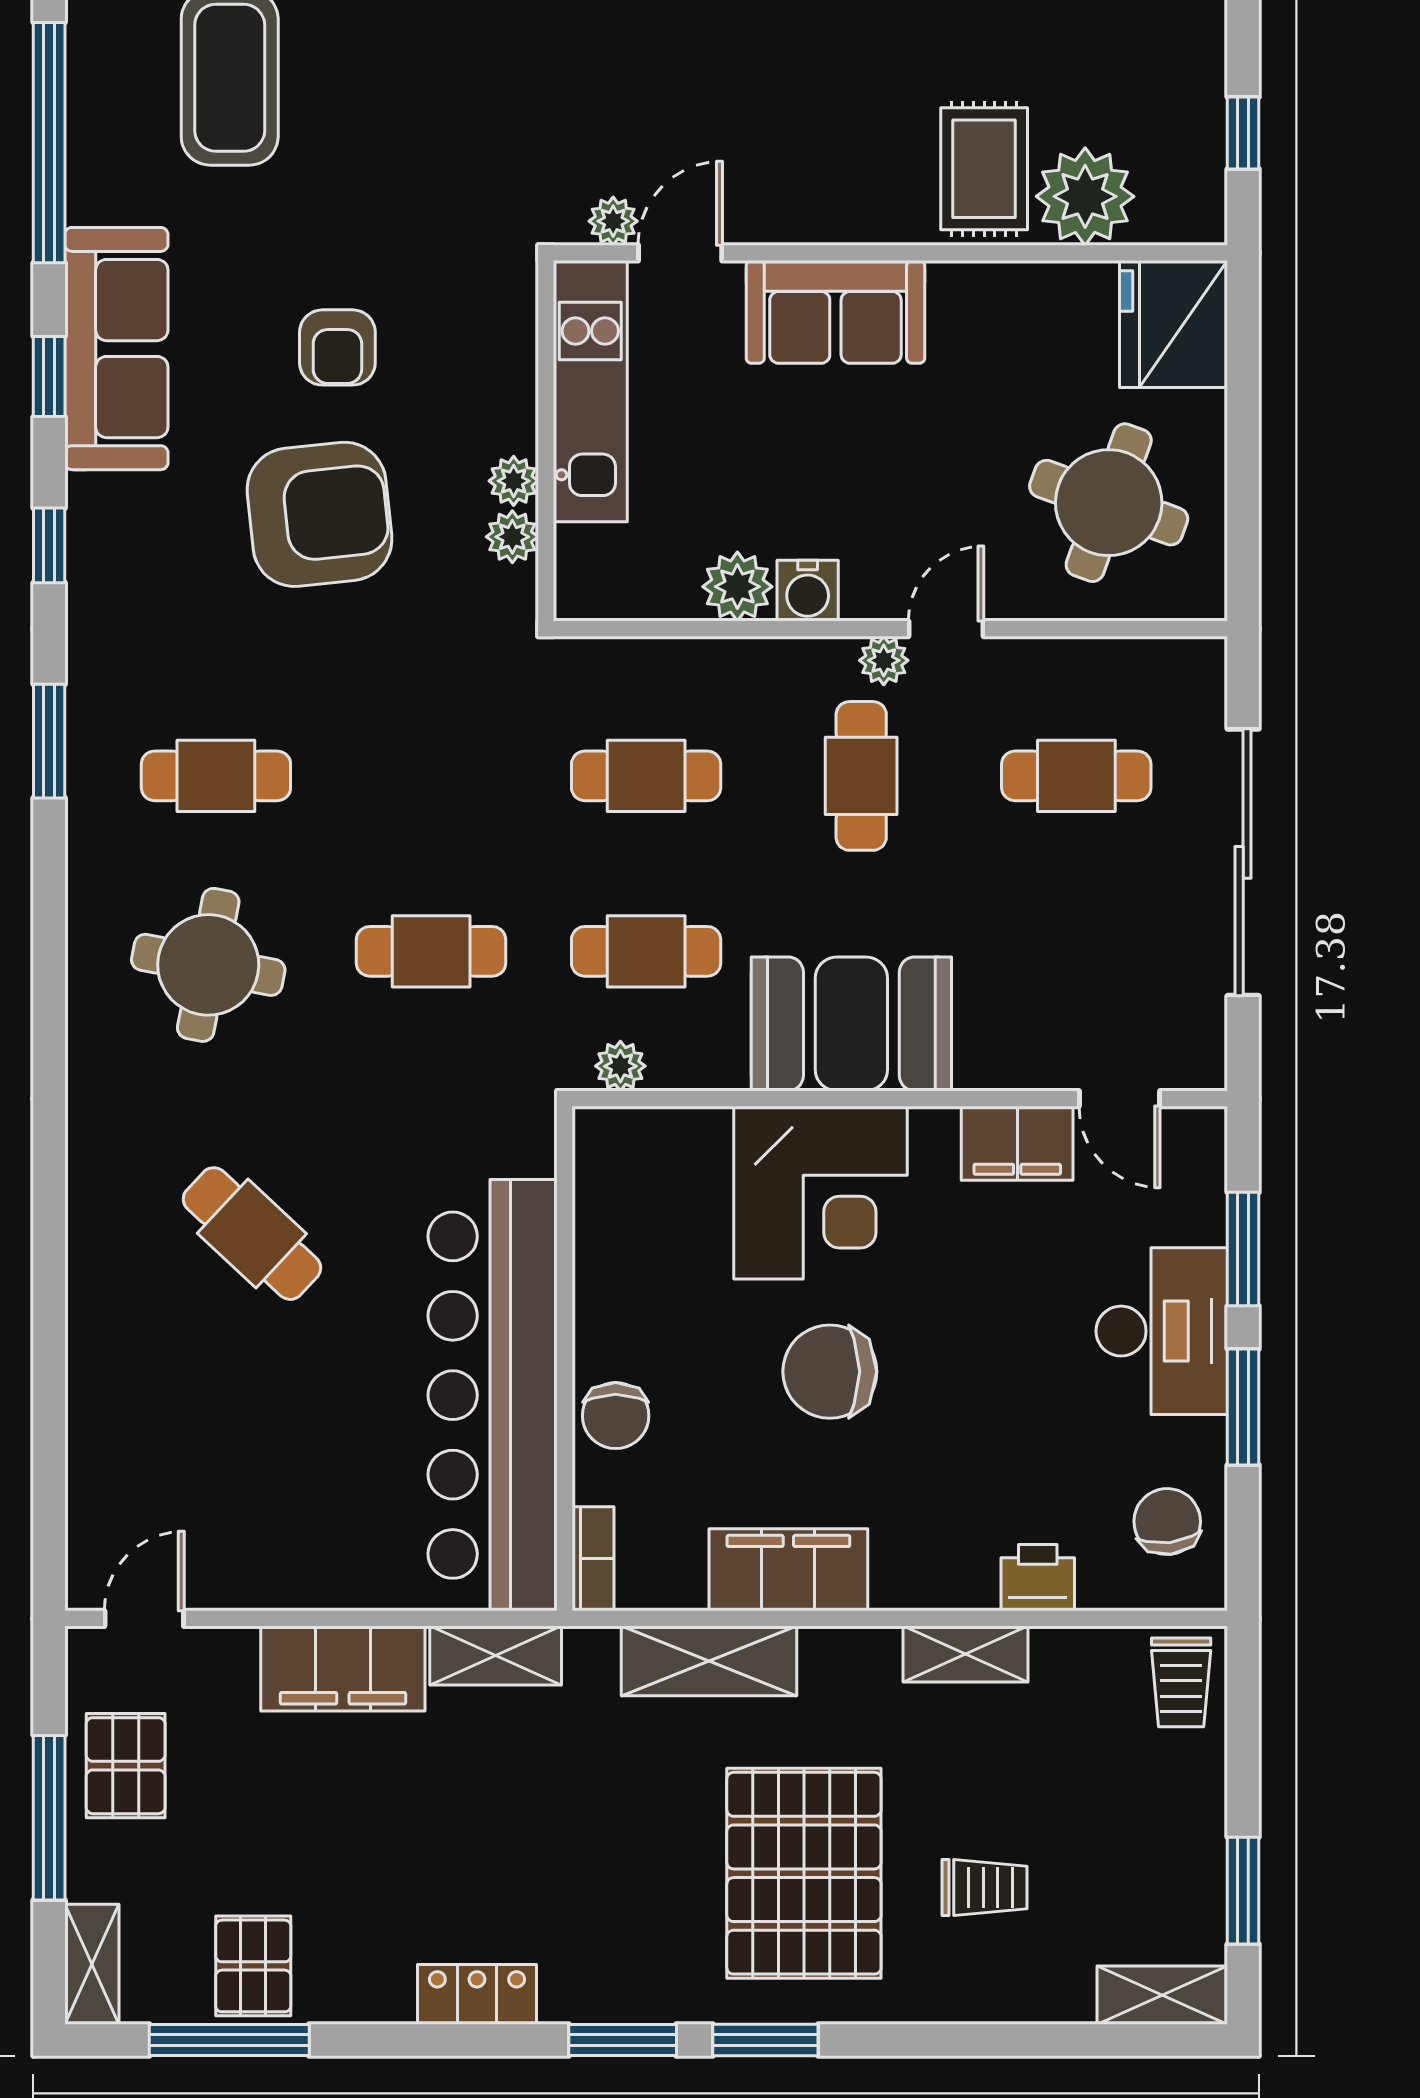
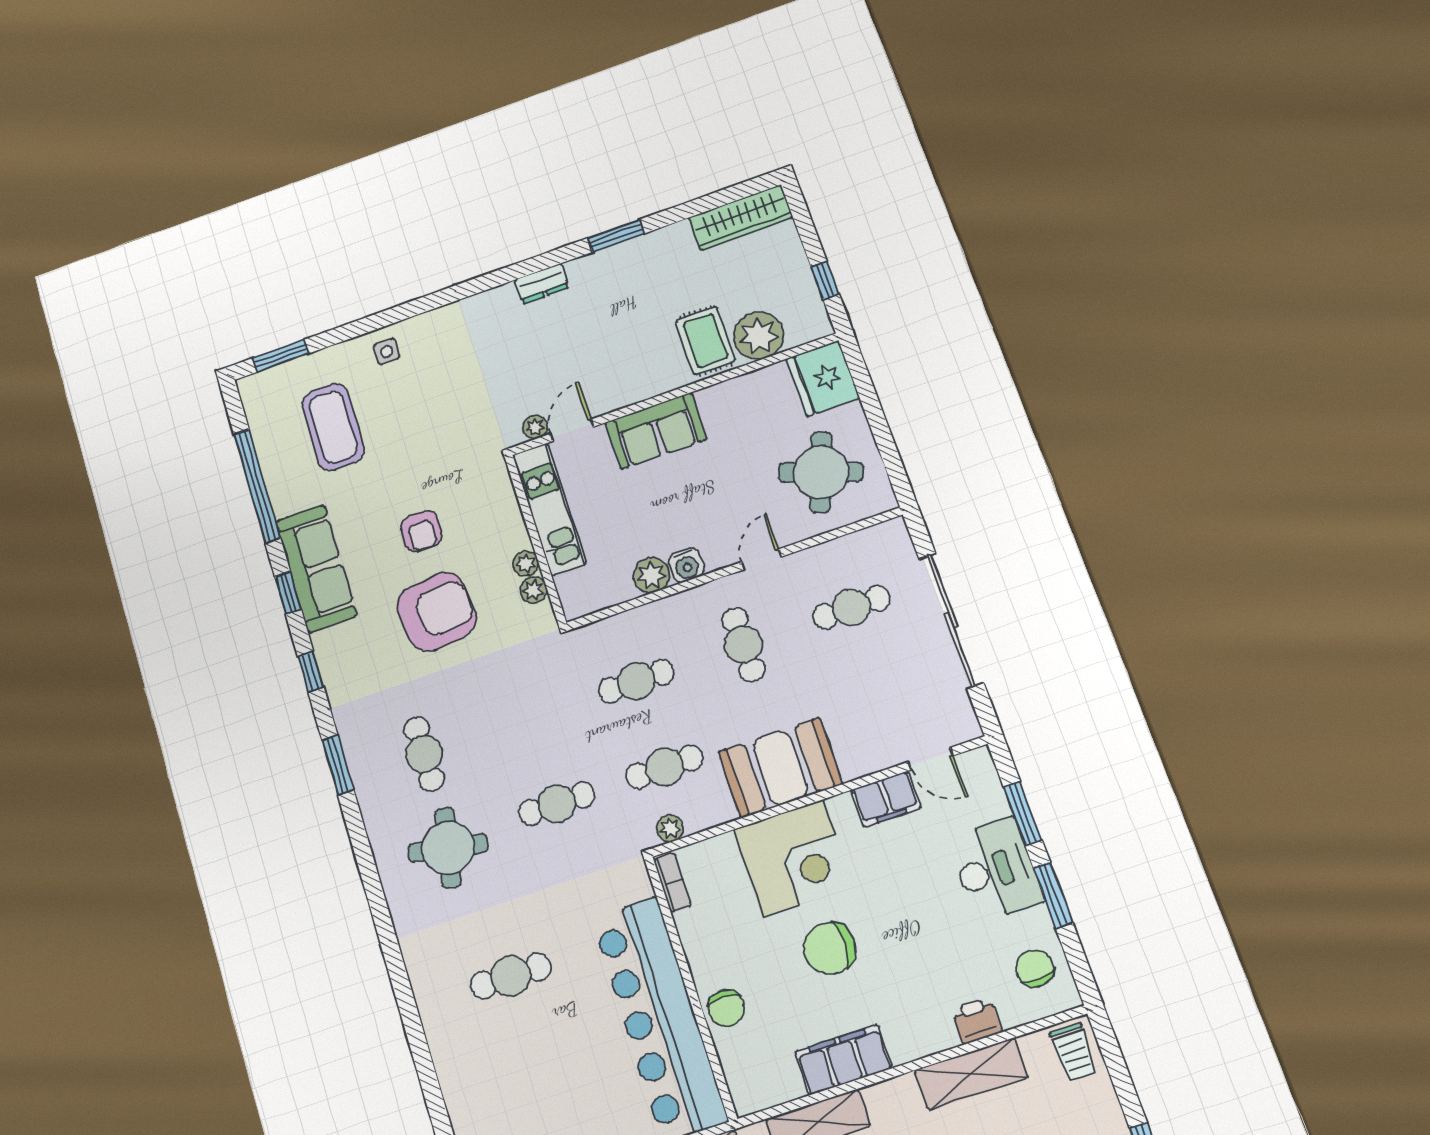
plant: (884, 660) -> (736, 585), removed
cafe table: (216, 776) -> (424, 754), turned 90
cafe table: (252, 1234) -> (511, 976), turned -43
bookcase: (593, 1559) -> (672, 883), moved
shelving: (965, 1654) -> (971, 1074), width x1.50, depth x1.33

